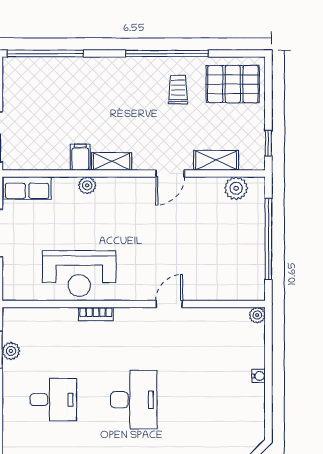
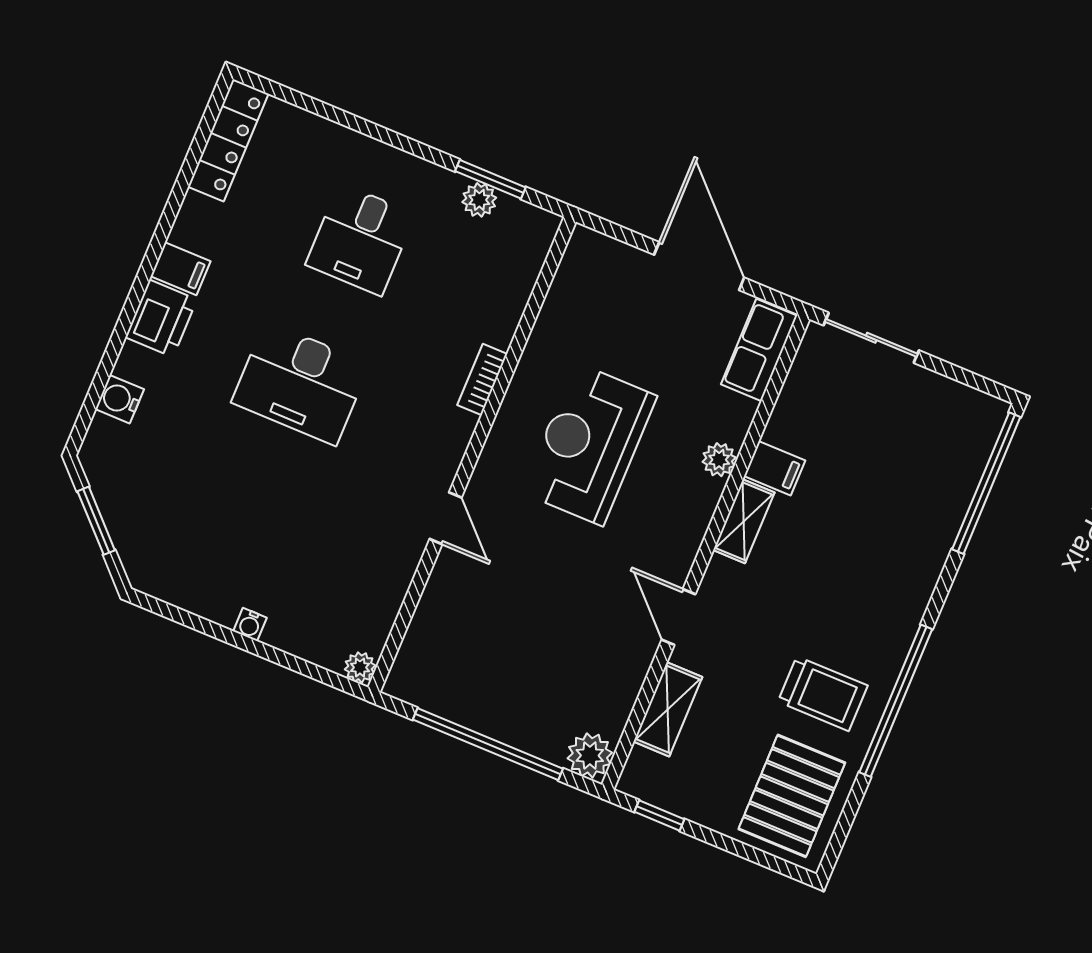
trolley: (178, 90) -> (823, 694), width x1.36, depth x1.39
plant: (236, 188) -> (590, 755), moved
reception desk: (79, 274) -> (589, 444), moved

